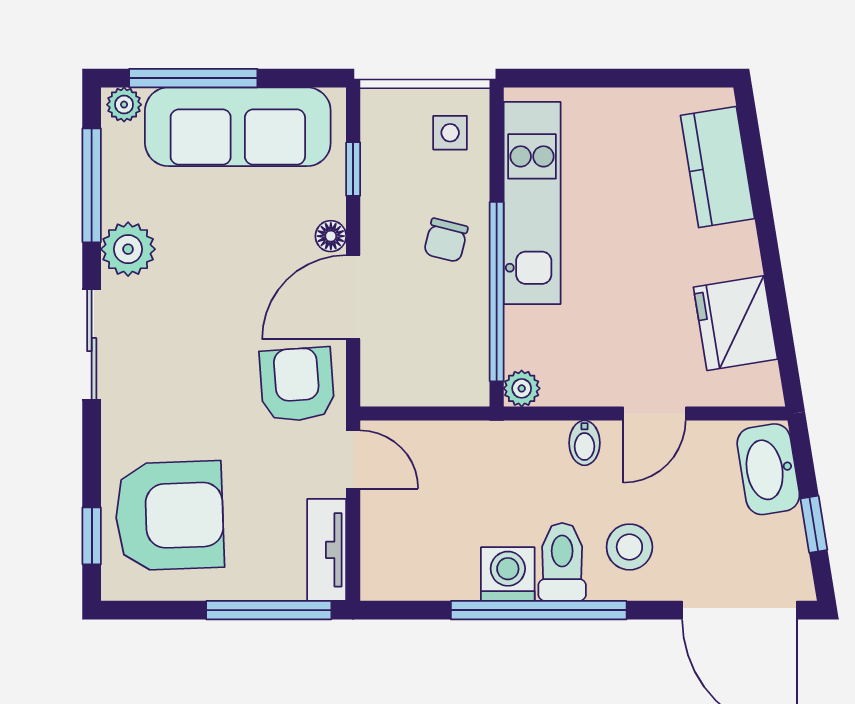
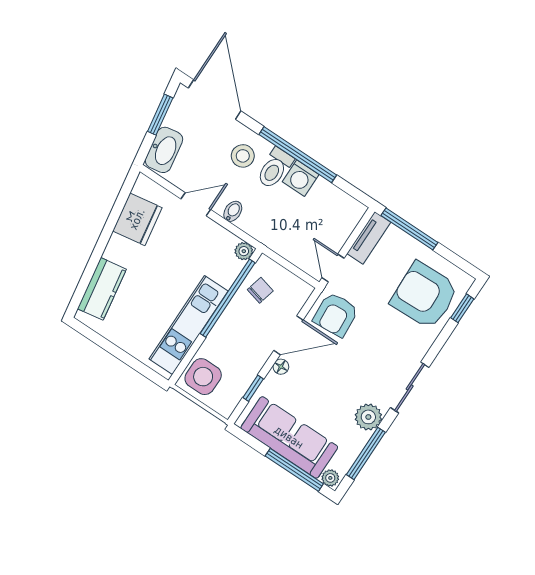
side table: (450, 133) -> (203, 377), width x1.87, depth x1.87
chair: (446, 240) -> (260, 290), moved
window: (814, 524) -> (160, 115), width x1.50

